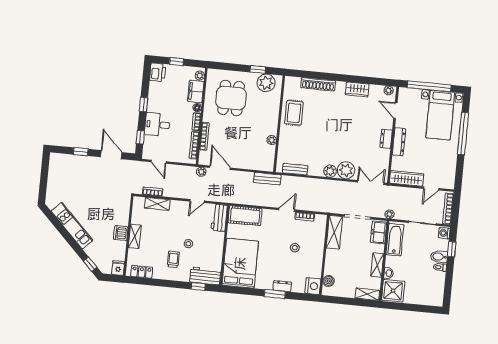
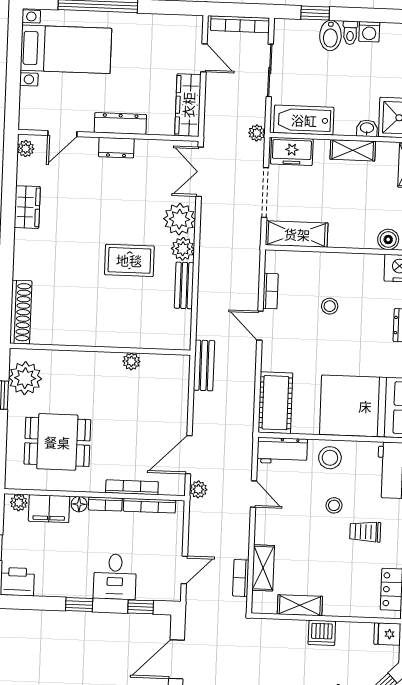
shoe rack: (318, 84) -> (21, 312), moved
window: (429, 86) -> (14, 73), removed
rug: (294, 113) -> (129, 260), moved
bench: (295, 169) -> (184, 285), moved
washing machine: (444, 233) -> (369, 32), moved
shelving: (135, 236) -> (300, 605), moved
stool: (214, 243) -> (330, 458), added

